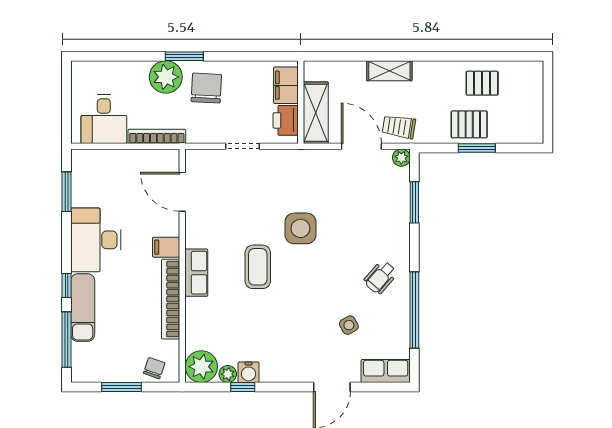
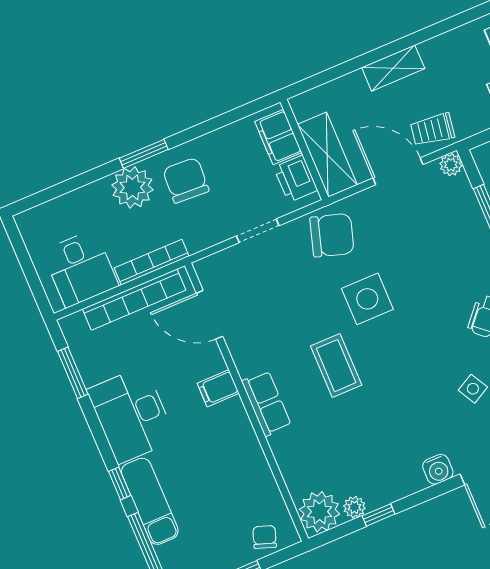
chair: (294, 172) -> (332, 235), added
bookcase: (171, 299) -> (134, 300), moved, turned -90
water cooler: (249, 372) -> (438, 469), moved

